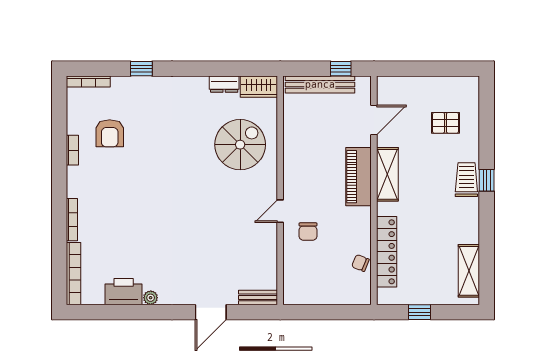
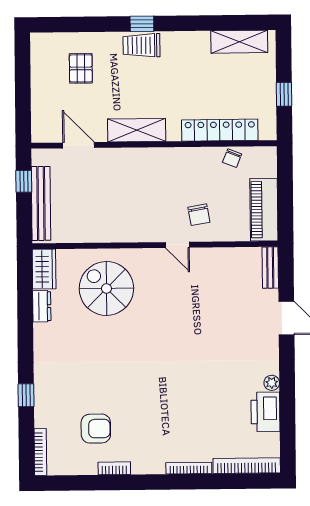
piano: (359, 177) -> (264, 210), moved, turned 90
chair: (308, 231) -> (199, 215), turned 80

